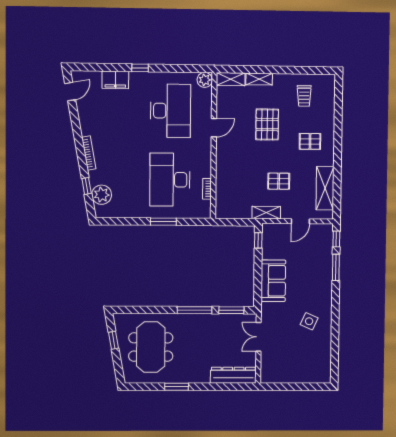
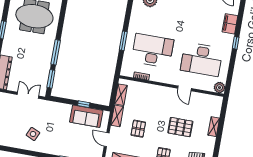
shelving: (231, 79) -> (121, 95), moved
window: (258, 240) -> (84, 104), moved
sofa: (273, 281) -> (86, 116), moved

